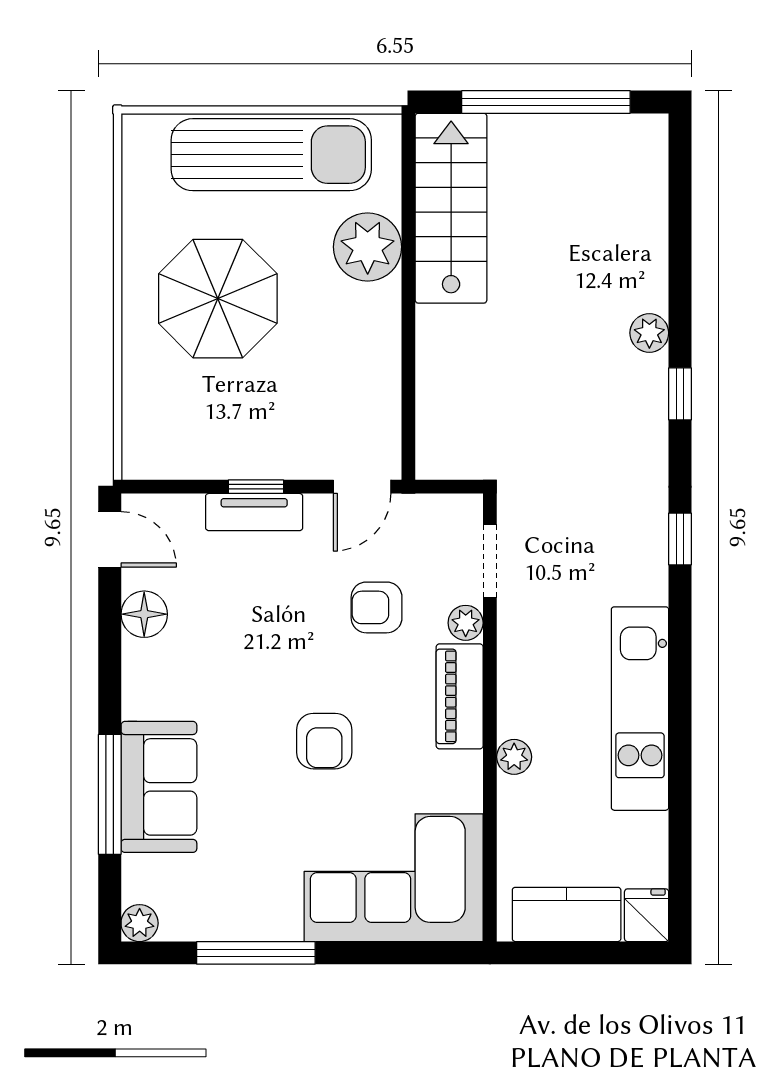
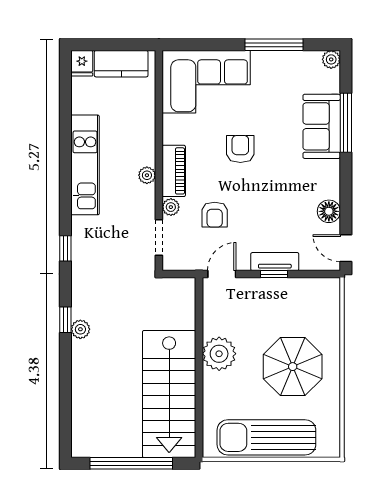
stairs: (451, 208) -> (169, 394), width x1.36, depth x1.51
plant: (368, 247) -> (219, 354), moved
plant: (649, 333) -> (80, 329), moved
armchair: (377, 607) -> (215, 215), turned 90
plant: (514, 757) -> (147, 175), moved

